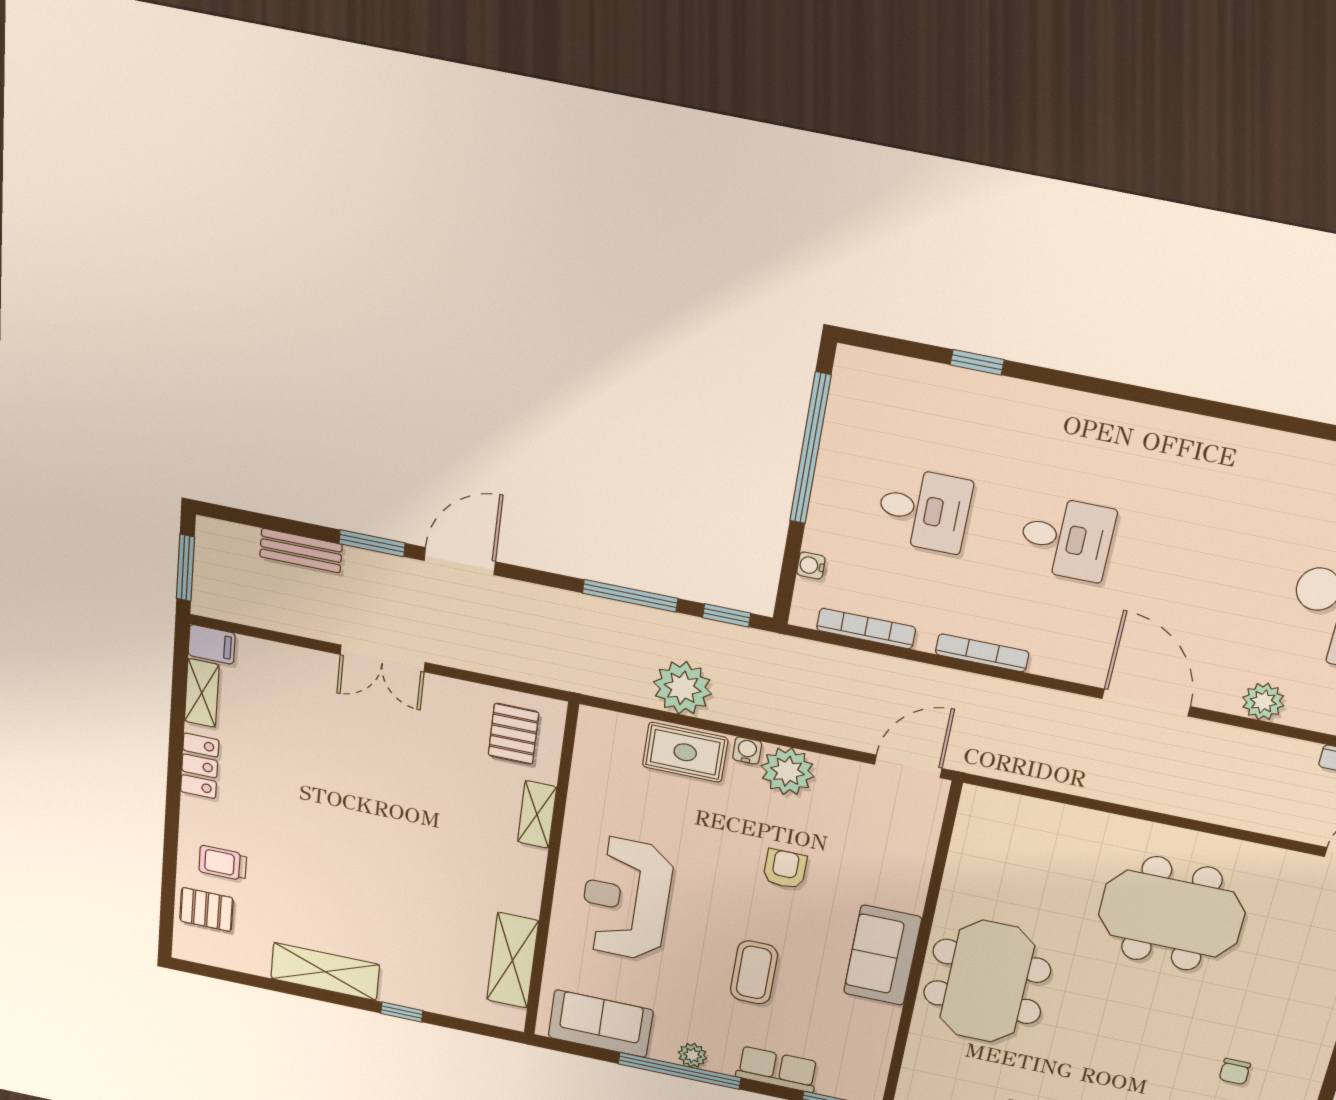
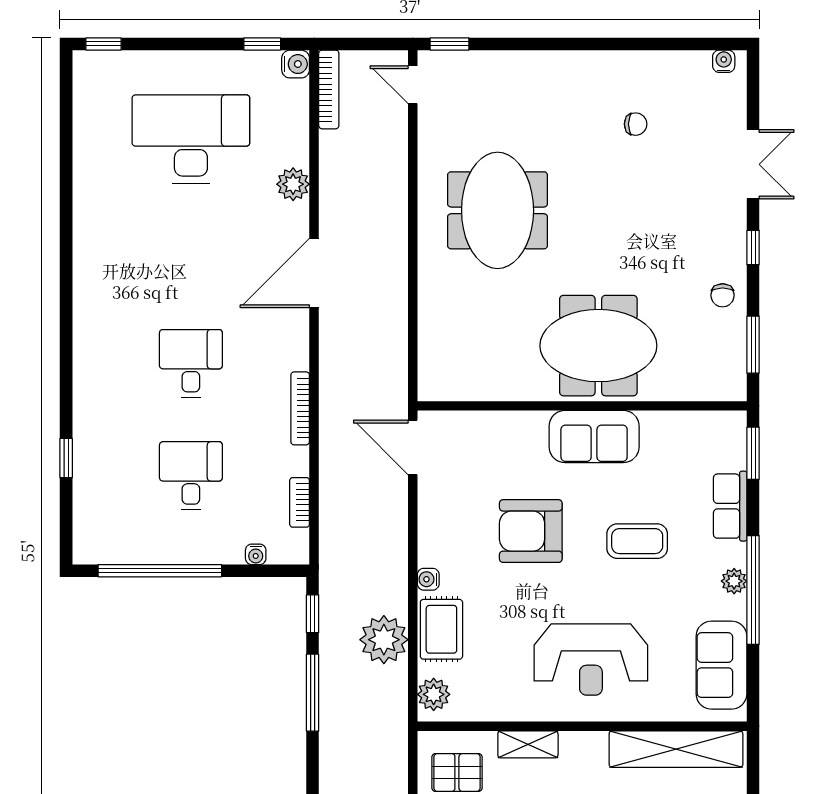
bookcase: (866, 629) -> (300, 502), width x0.64
plant: (787, 771) -> (434, 694), moved, width x0.73, depth x0.73
armchair: (785, 869) -> (531, 531), width x1.88, depth x1.88
shelving: (513, 960) -> (676, 749), width x1.47

